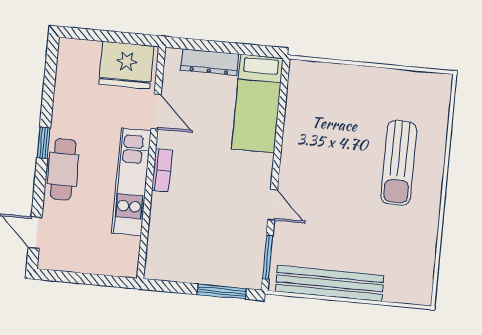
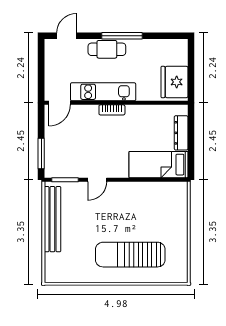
door: (156, 112) -> (60, 103), moved
window: (44, 143) -> (122, 36), width x2.17
sun lounger: (399, 163) -> (130, 255), width x1.36, depth x1.34

